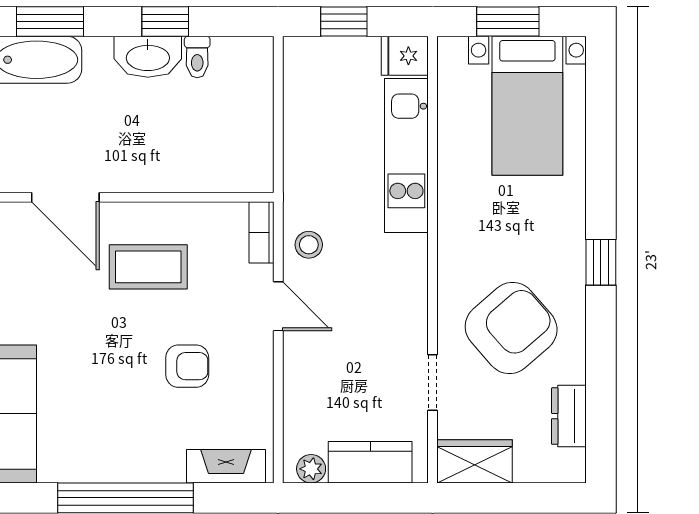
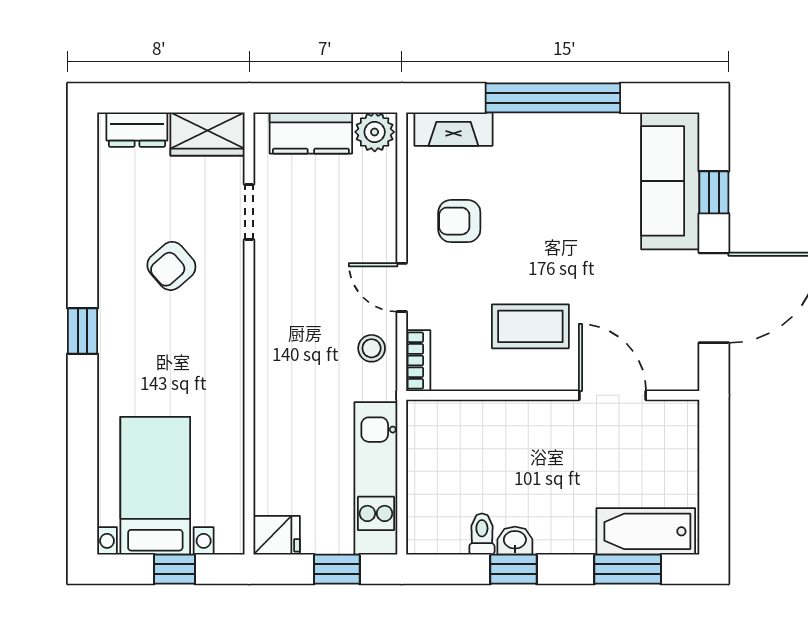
window: (508, 21) -> (175, 569), width x0.67
washbasin: (148, 57) -> (515, 541), width x0.52, depth x0.69
kitchen unit: (406, 155) -> (376, 478), moved, turned 180
armchair: (511, 328) -> (171, 266), width x0.53, depth x0.53
armchair: (187, 366) -> (459, 221), moved
dresser: (569, 416) -> (137, 130), moved, turned 90
plant: (311, 469) -> (375, 132), width x1.38, depth x1.38

